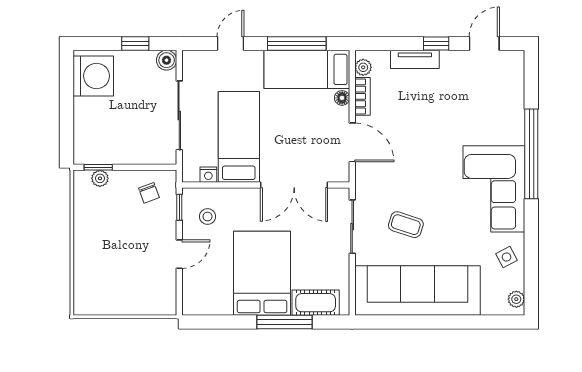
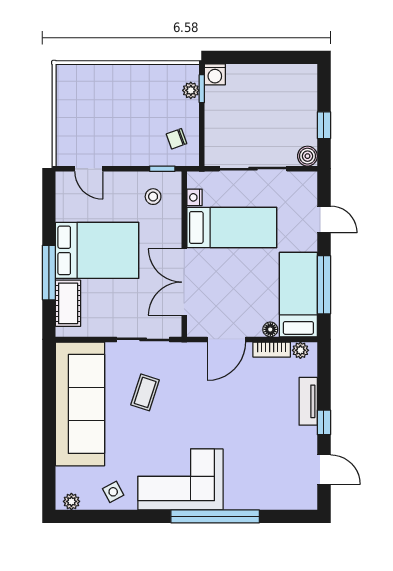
washing machine: (93, 76) -> (215, 74), moved, width x0.53, depth x0.53
door: (179, 254) -> (89, 169), moved

